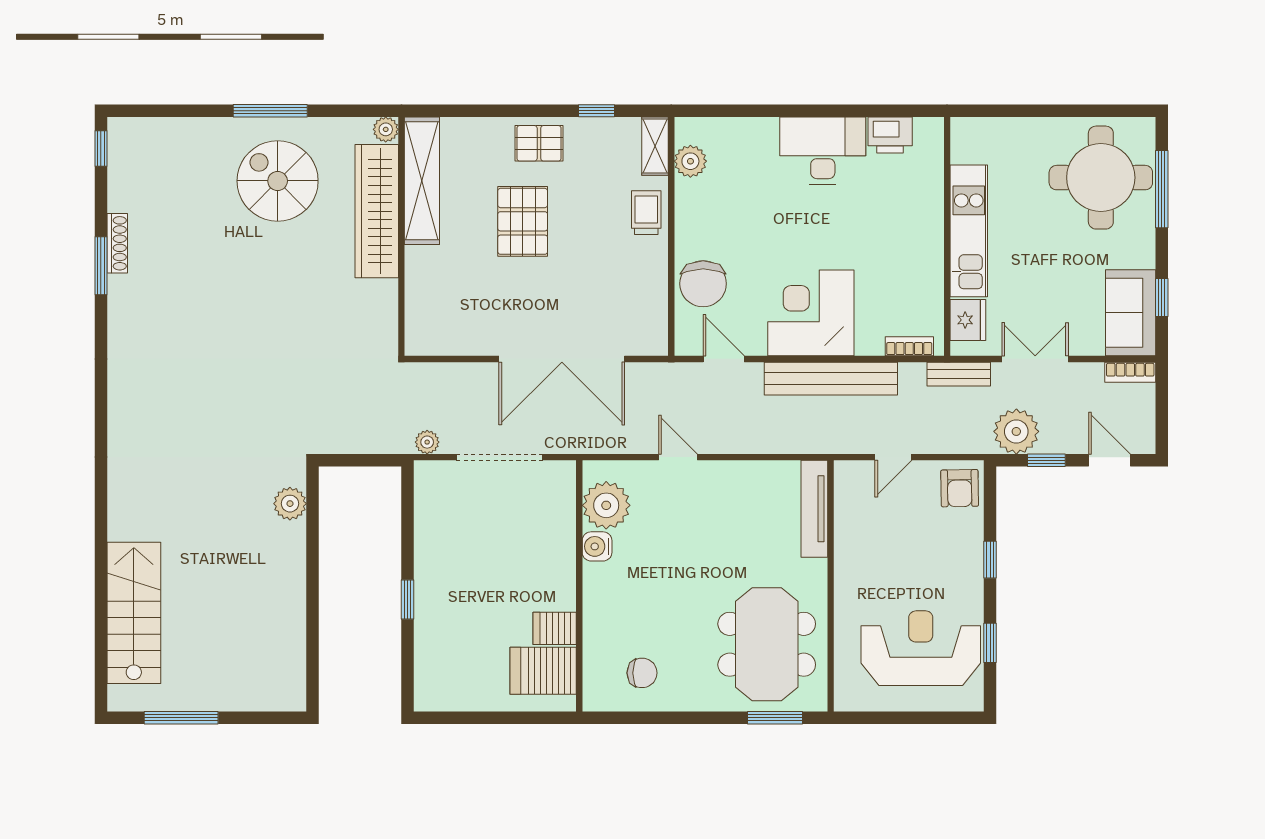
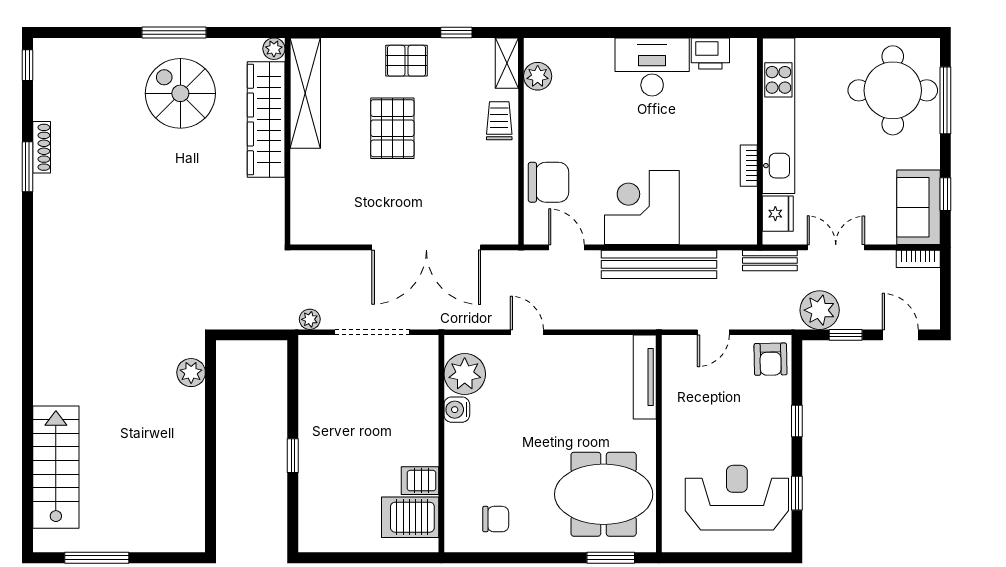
kitchen unit: (969, 231) -> (778, 116), width x1.36
chair: (703, 284) -> (549, 182), turned -90
bookcase: (909, 346) -> (749, 166), moved, turned -90
meeting table: (767, 644) -> (604, 494), turned 90

